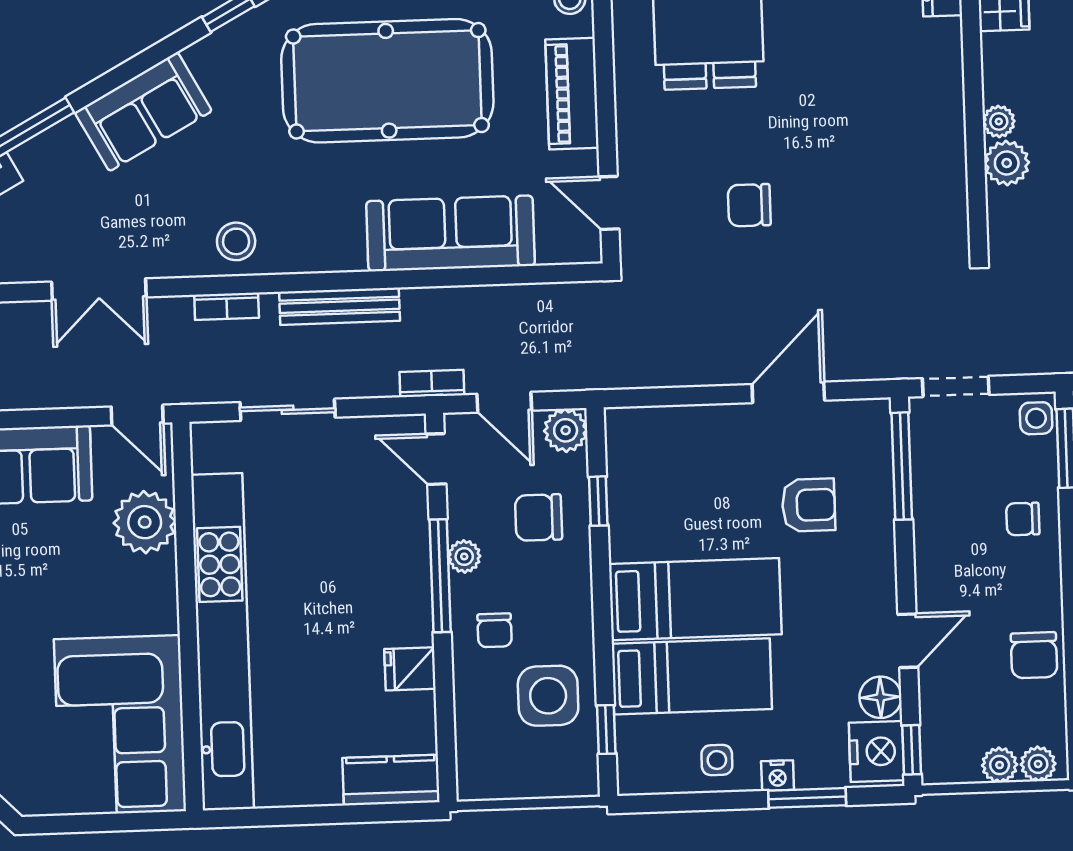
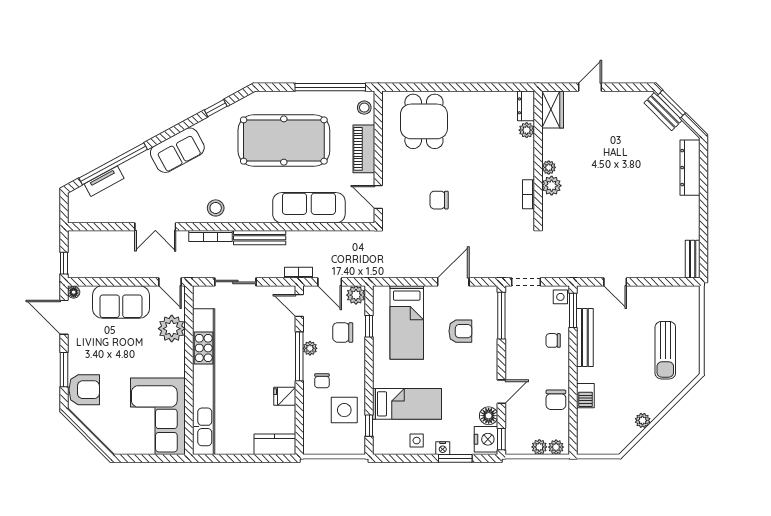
plant: (945, 37) -> (527, 130), added
bookcase: (955, 185) -> (529, 194), added
bookcase: (227, 306) -> (211, 236), width x1.56
bed: (695, 599) -> (407, 323), moved, turned 90

